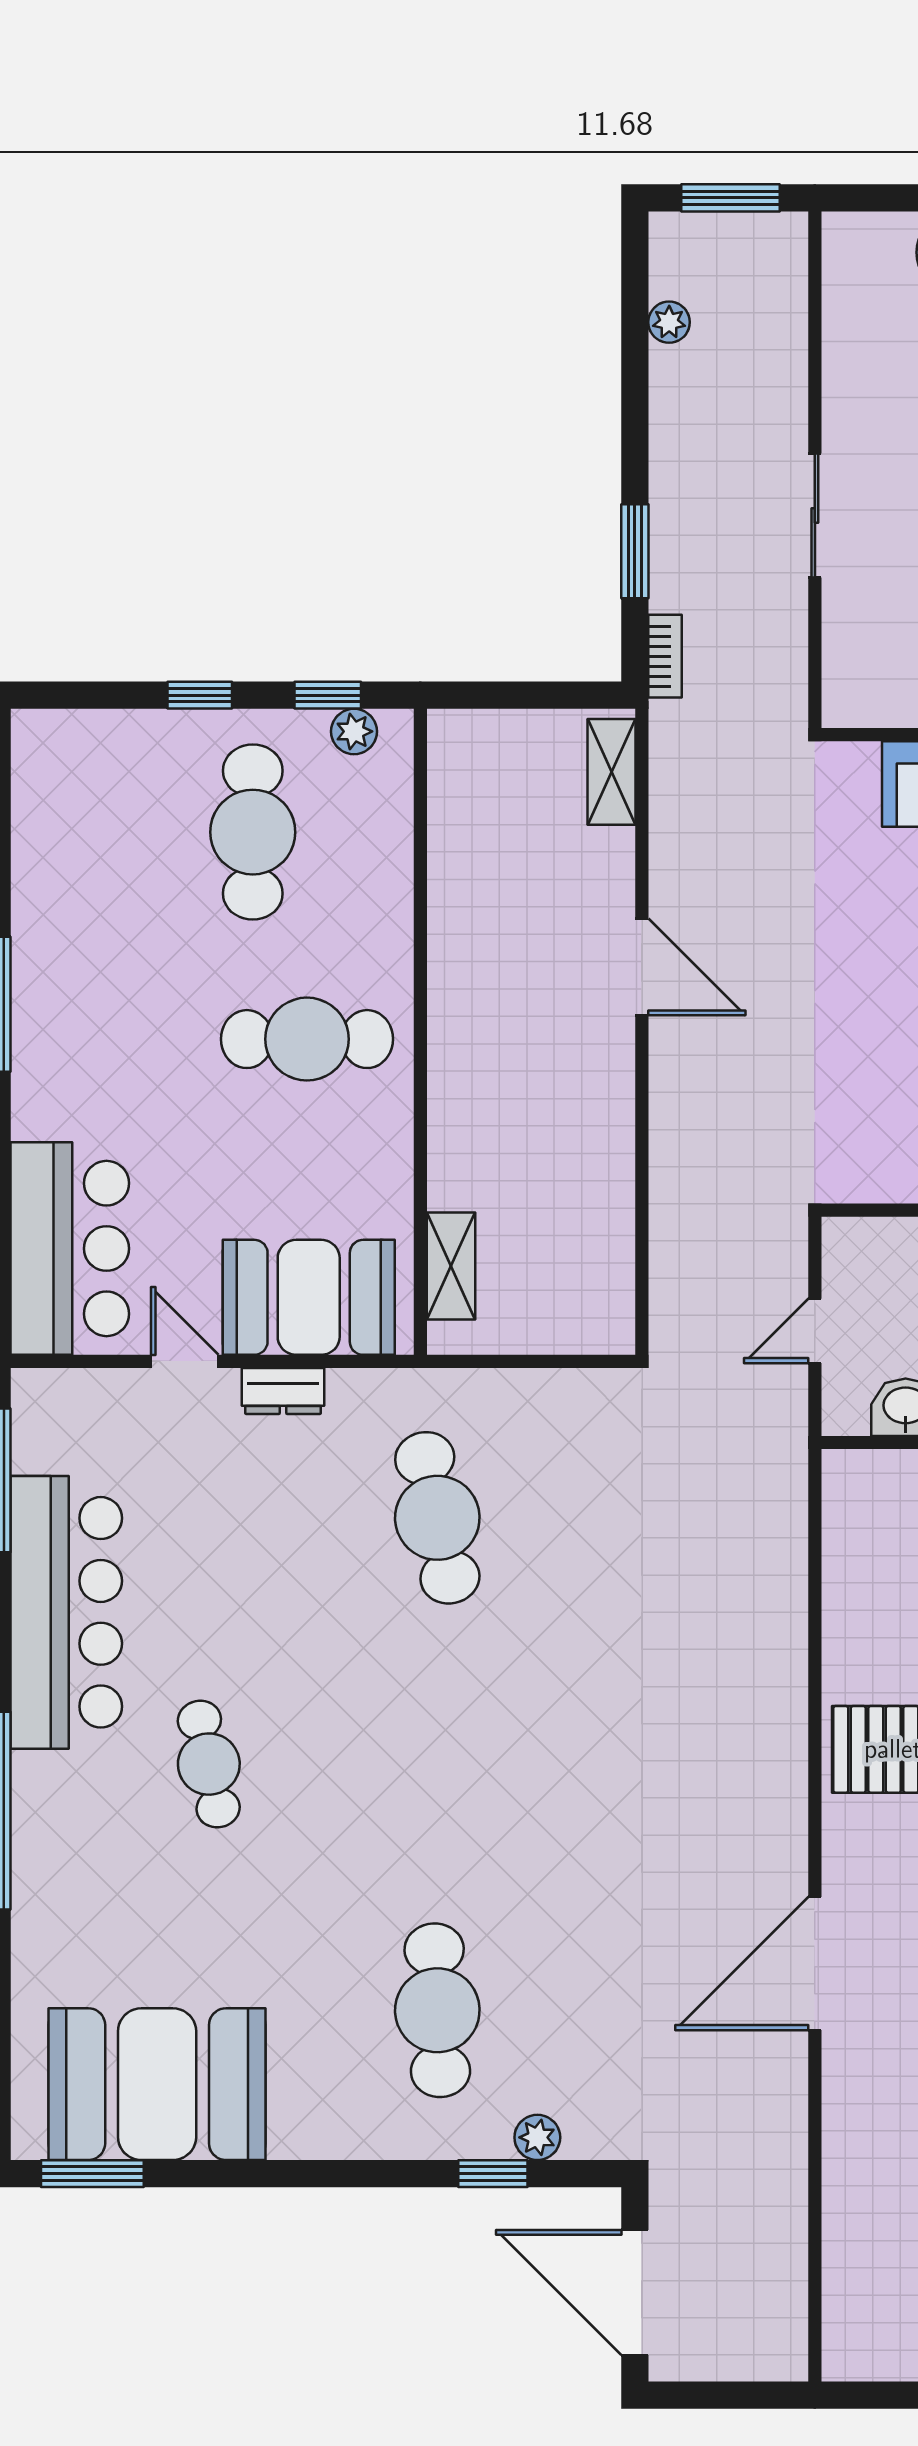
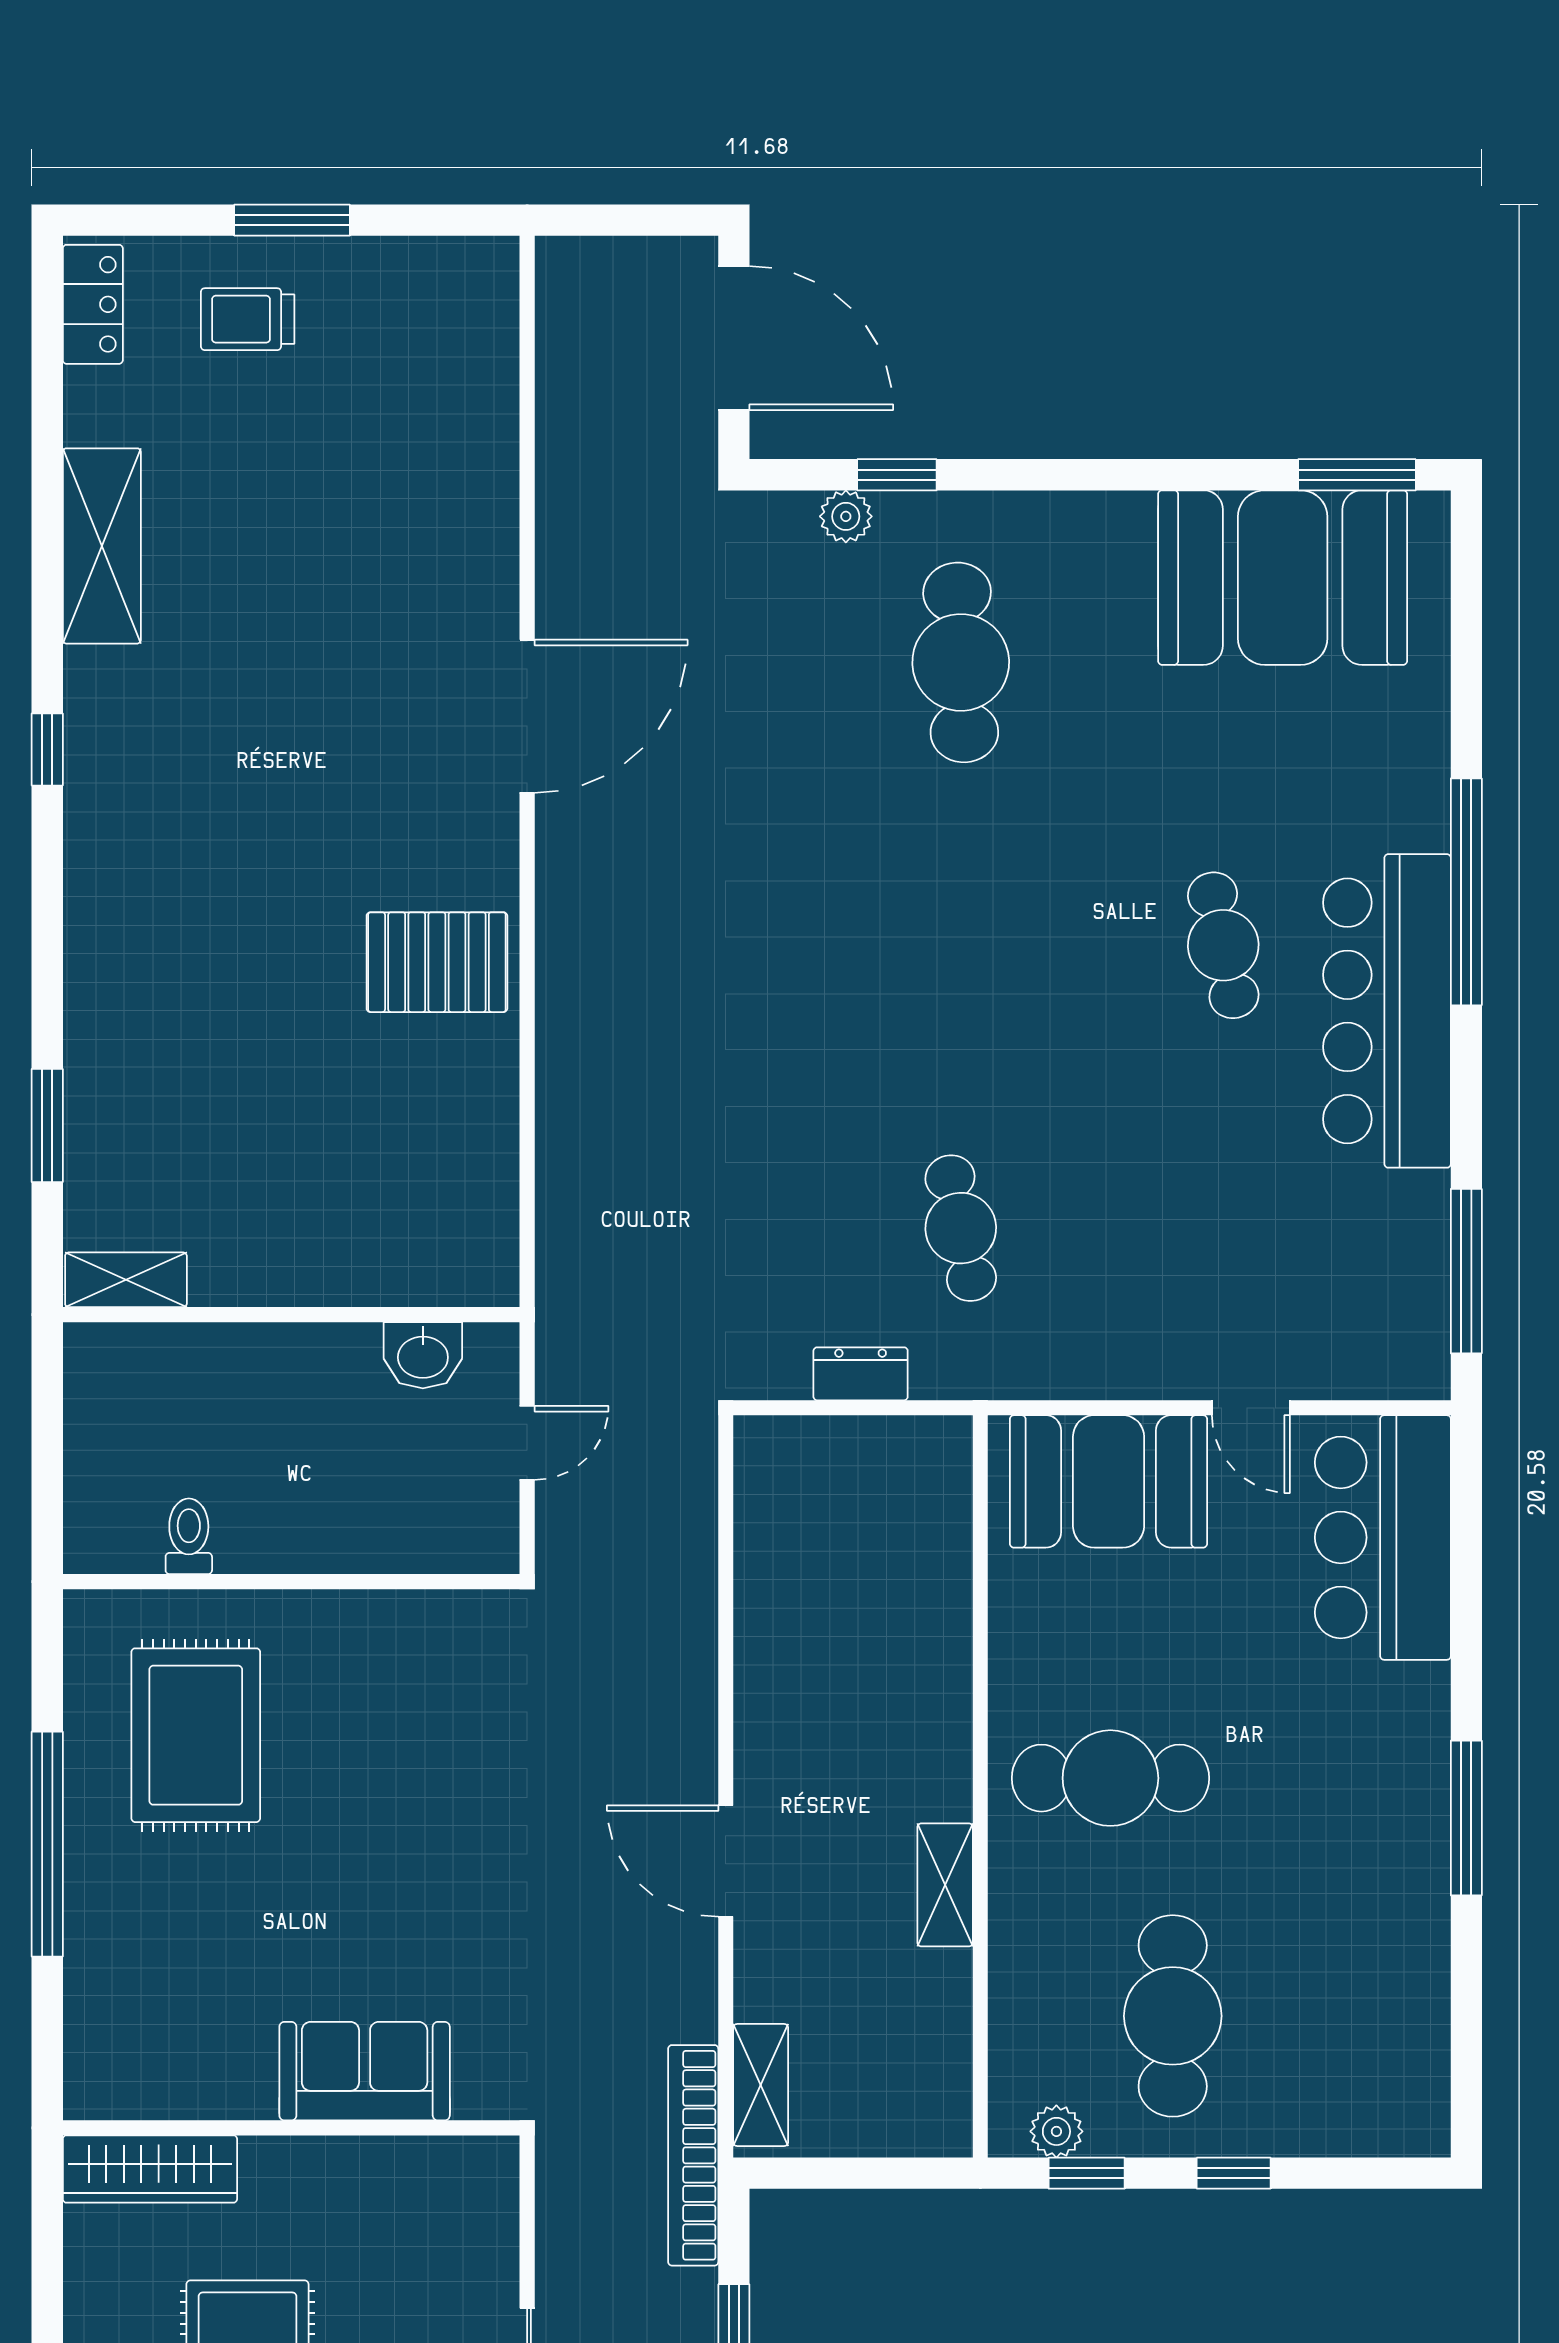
bookcase: (665, 656) -> (693, 2155), width x2.31, depth x1.31
shelving: (451, 1266) -> (945, 1885), moved
dresser: (283, 1391) -> (861, 1374), moved
cafe table: (437, 1518) -> (961, 1228), width x0.73, depth x0.74
bar counter: (66, 1612) -> (1387, 1011), moved

